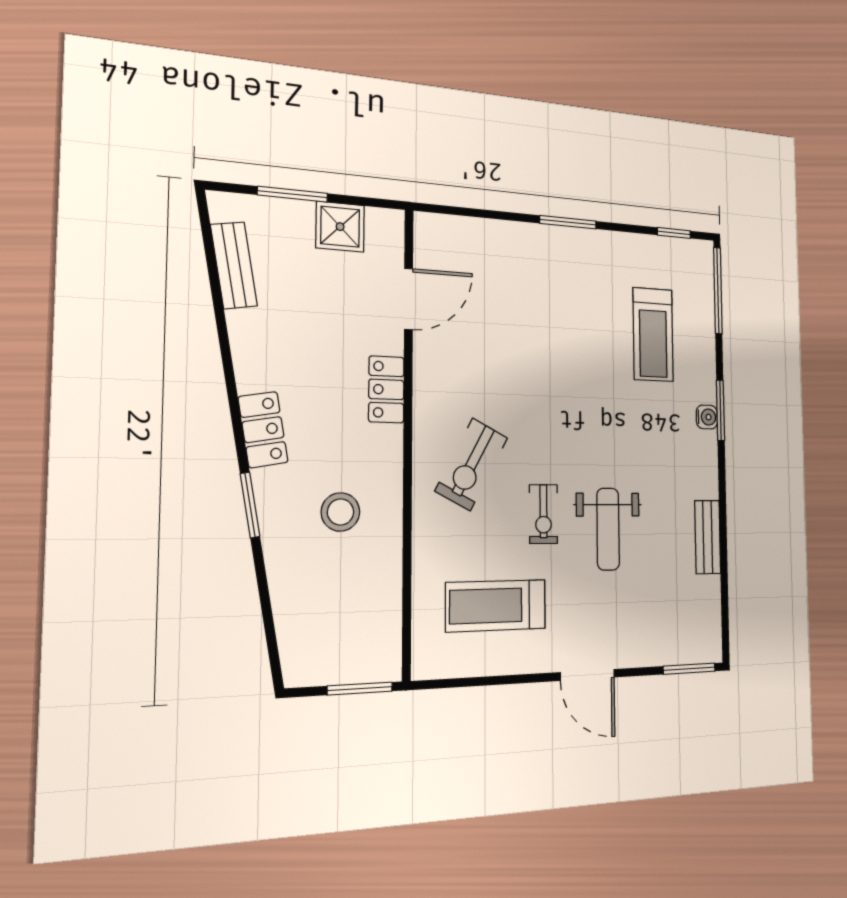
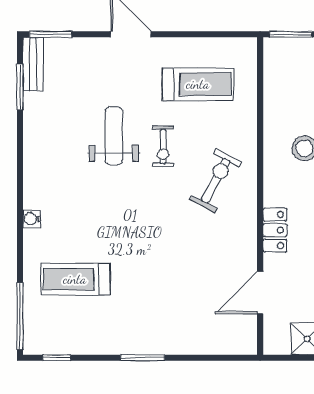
treadmill: (653, 335) -> (75, 279), turned -90
window: (720, 410) -> (20, 87), moved
exercise bike: (543, 514) -> (163, 147), turned 180
bench: (708, 537) -> (33, 64), moved

